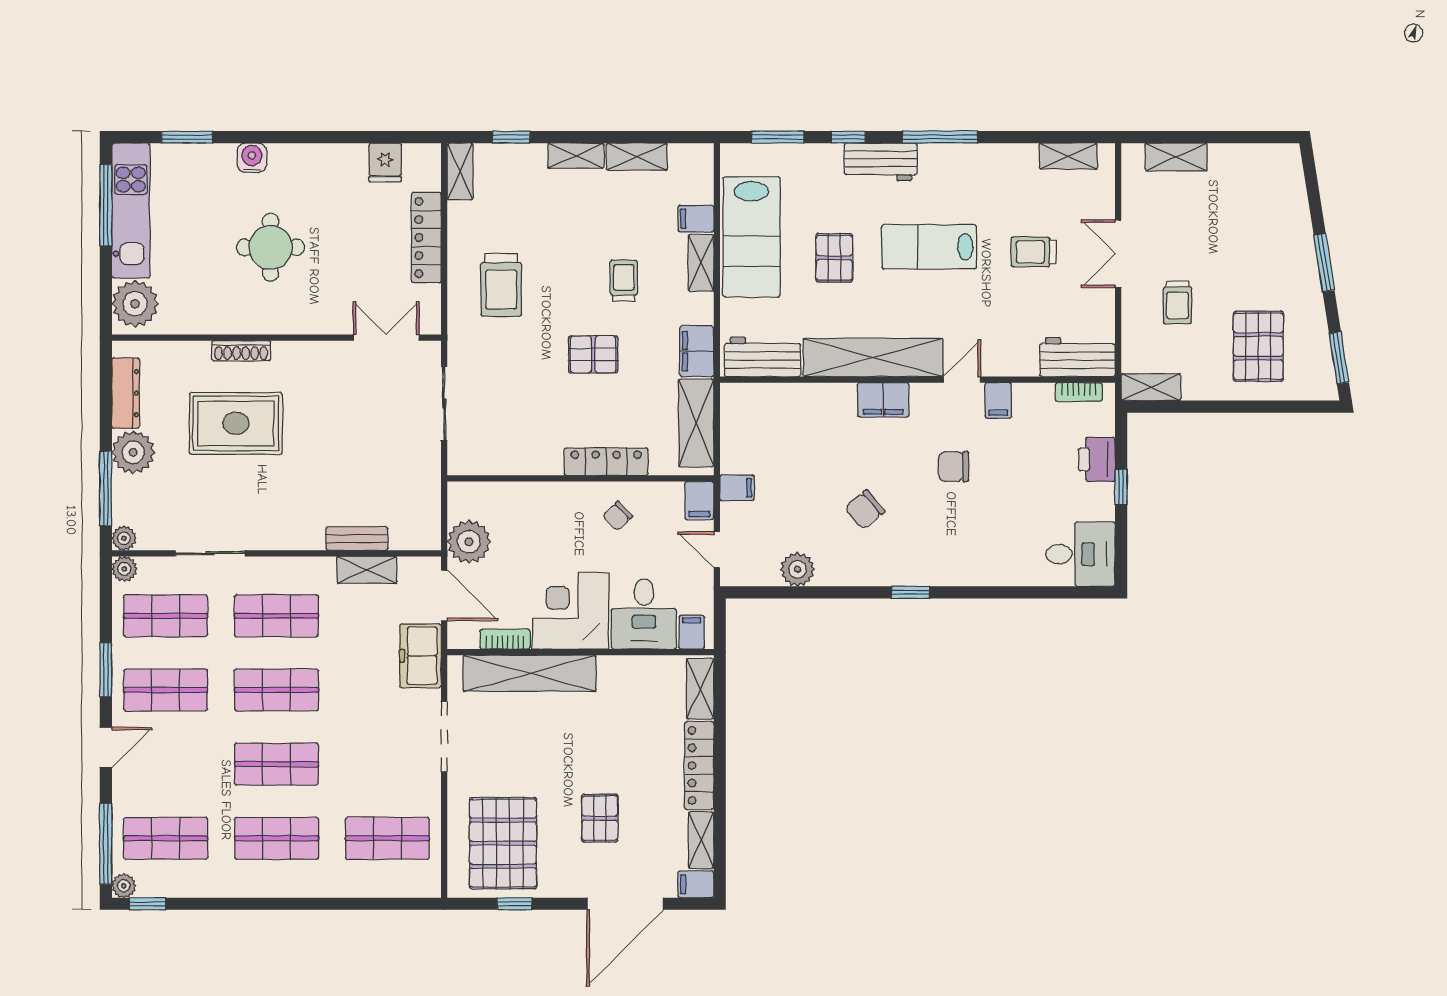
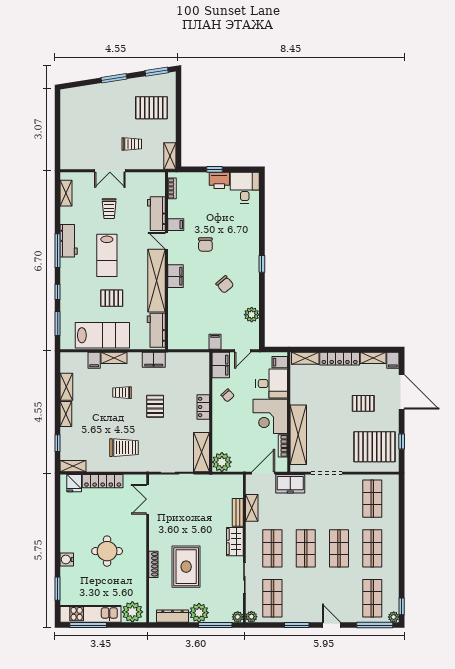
shelving: (1176, 157) -> (67, 145), removed
fridge: (385, 162) -> (74, 483), moved, turned 90
workbench: (881, 162) -> (69, 241), moved
workbench: (1077, 357) -> (156, 214), moved
shelving: (696, 423) -> (202, 452), moved, turned 90
printer: (1097, 459) -> (219, 180), moved
locker: (606, 462) -> (203, 407), width x0.66
filing cabinet: (699, 501) -> (221, 365), width x2.00
wardrobe: (292, 532) -> (235, 542), added
plant: (469, 542) -> (222, 462), moved
shop shelf: (166, 690) -> (306, 598), removed

